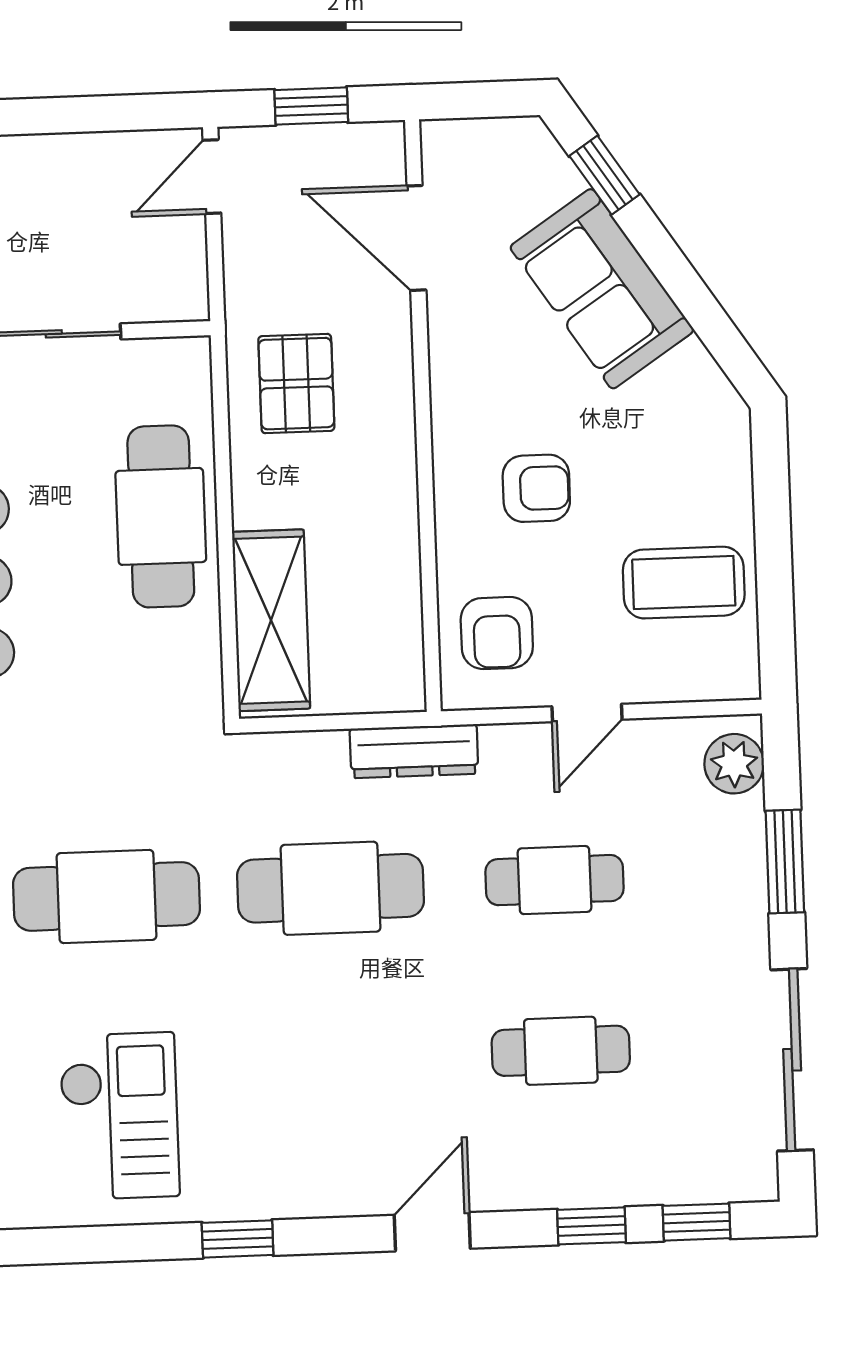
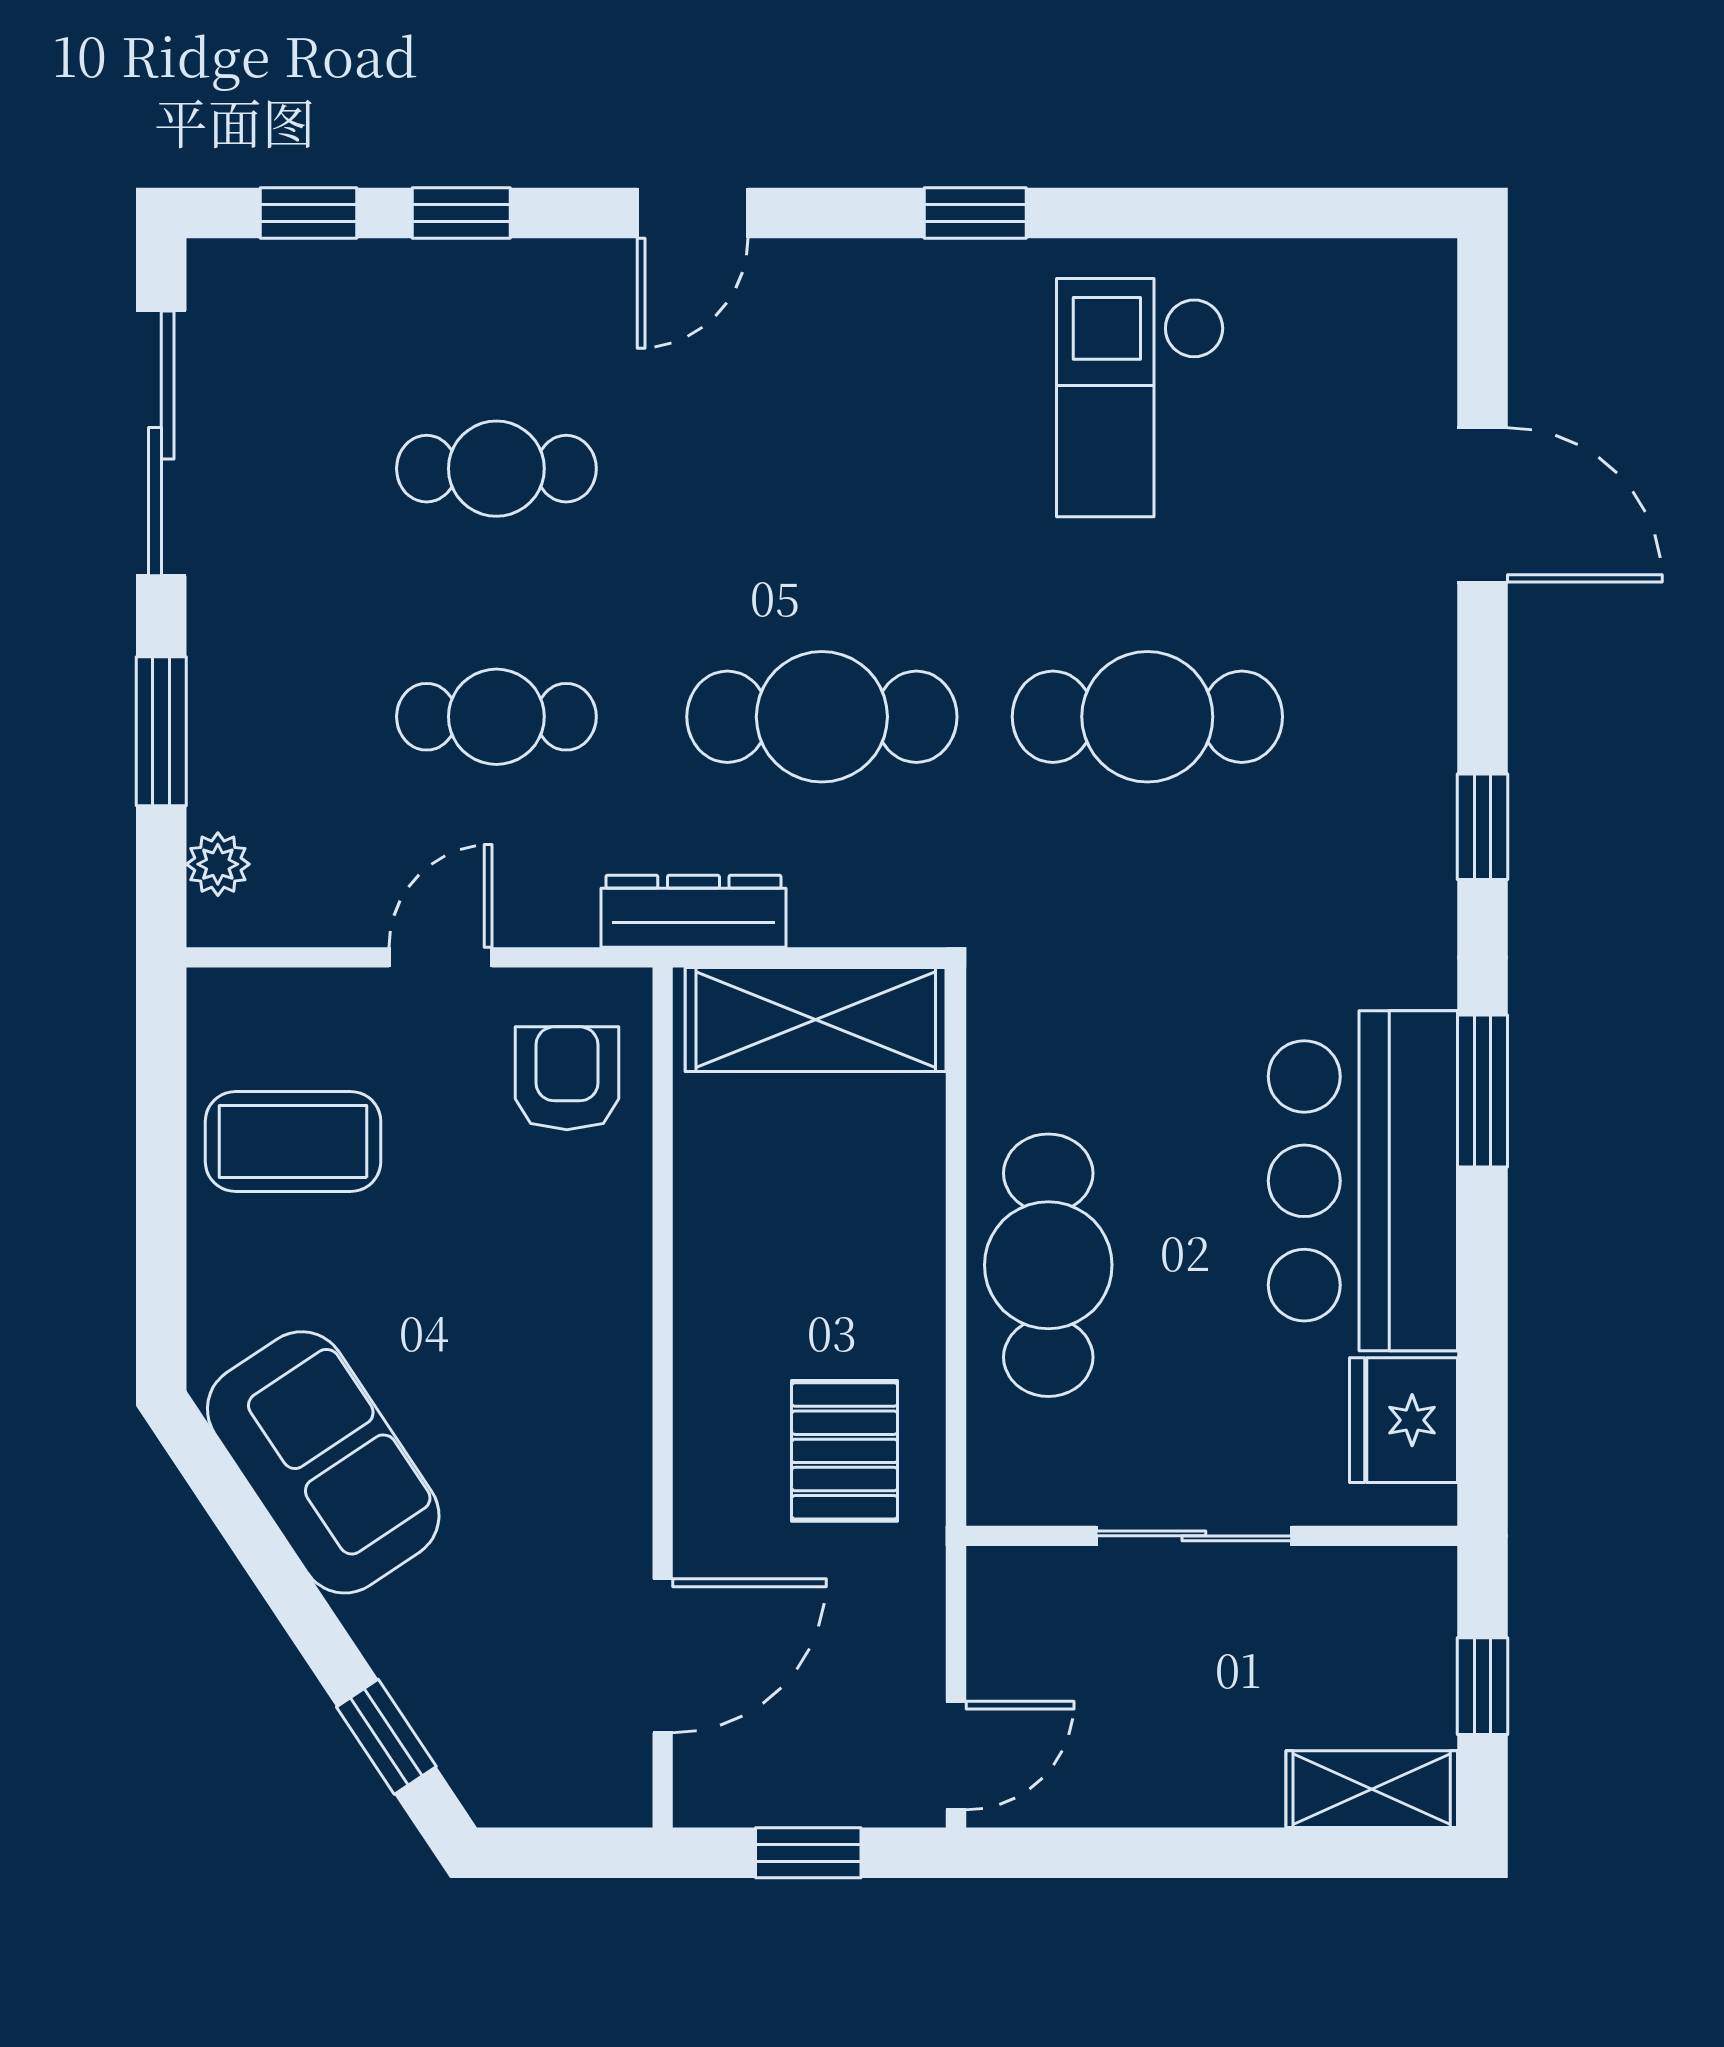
door: (416, 238) -> (663, 1656), hinge flipped
sofa: (602, 289) -> (323, 1462), moved
armchair: (536, 488) -> (502, 1286), removed
shelving: (271, 620) -> (816, 1020), moved, turned 90
plant: (734, 764) -> (218, 864), width x0.73, depth x0.73

